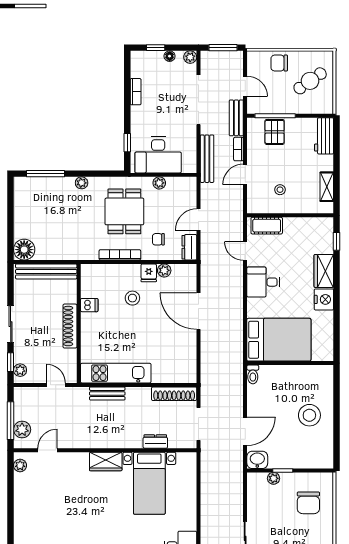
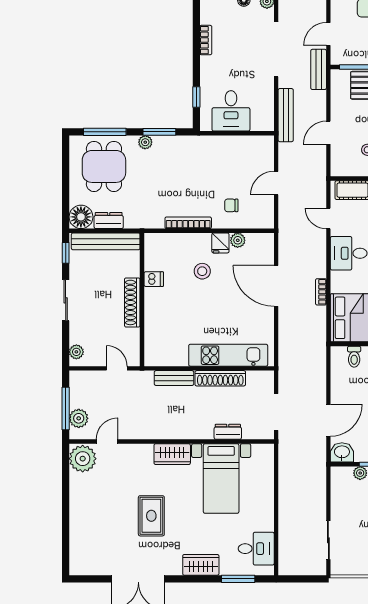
door: (245, 86) -> (328, 34), swing flipped
bookcase: (238, 149) -> (321, 292), moved
desk: (158, 155) -> (231, 111), width x0.73
window: (94, 174) -> (159, 132), added
plant: (159, 183) -> (232, 142), removed
dining table: (124, 211) -> (104, 166), moved
dresser: (189, 247) -> (109, 221), moved, turned 90
window: (11, 362) -> (66, 253), moved
kitchen unit: (116, 373) -> (228, 355), moved
toilet: (253, 374) -> (354, 357), moved
shoe rack: (174, 394) -> (220, 378), moved
plant: (20, 465) -> (83, 459), width x1.87, depth x1.87
rug: (87, 517) -> (151, 516), added

